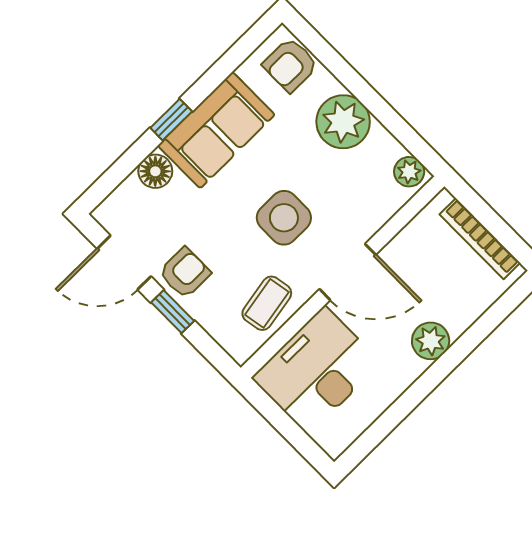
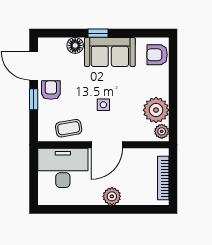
plant: (343, 122) -> (156, 110), moved
side table: (284, 218) -> (103, 105), width x0.54, depth x0.54
door: (348, 272) -> (107, 145), hinge flipped
armchair: (185, 273) -> (51, 90), turned -90

